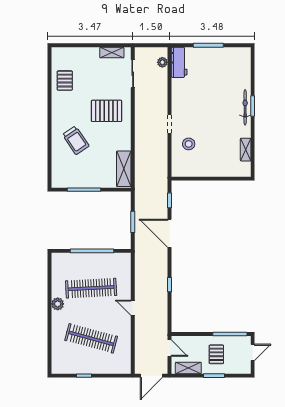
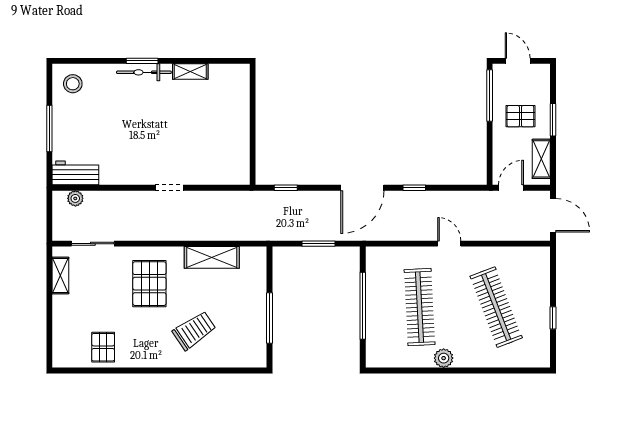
pallet: (65, 81) -> (103, 347), turned 90
stool: (189, 144) -> (73, 84), moved
shelving: (246, 150) -> (190, 72), moved
shelving: (124, 169) -> (212, 257), moved
door: (169, 233) -> (362, 188), moved
door: (133, 308) -> (449, 244), swing flipped
clothes rail: (91, 338) -> (496, 307), turned -36

